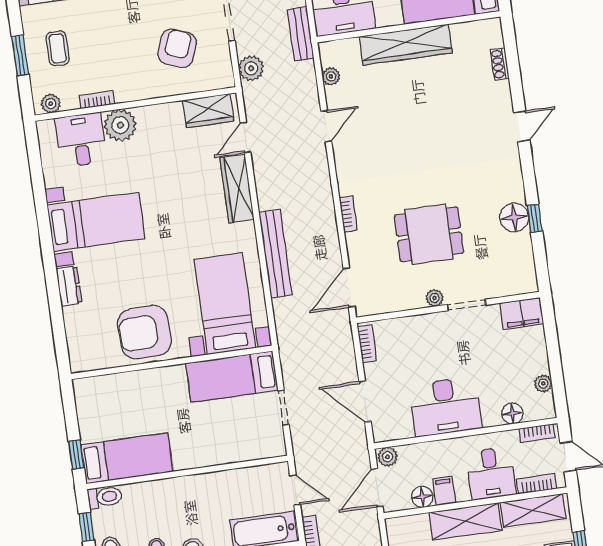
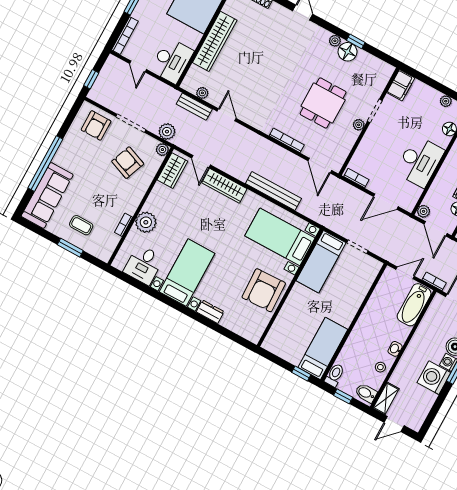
bench: (301, 34) -> (194, 107), moved
plant: (51, 104) -> (162, 150), moved
desk: (81, 140) -> (144, 265), moved, turned -90
plant: (516, 192) -> (335, 41), added
bookcase: (348, 214) -> (287, 140), width x1.56

